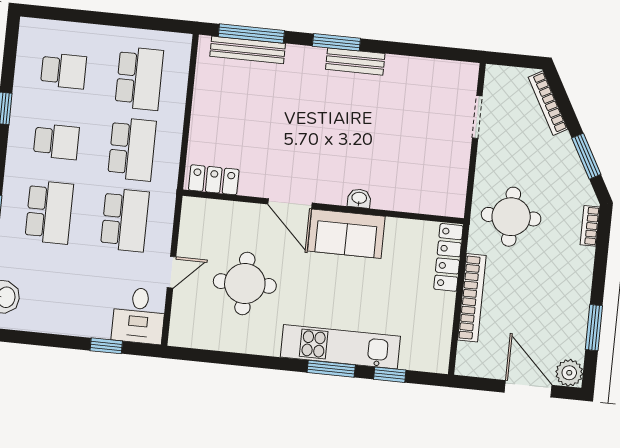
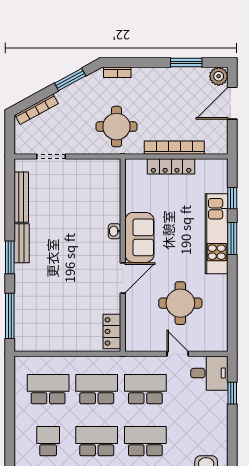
bench: (248, 50) -> (21, 197), moved
school desk: (56, 142) -> (97, 441), width x1.85
locker: (448, 257) -> (171, 166), moved

